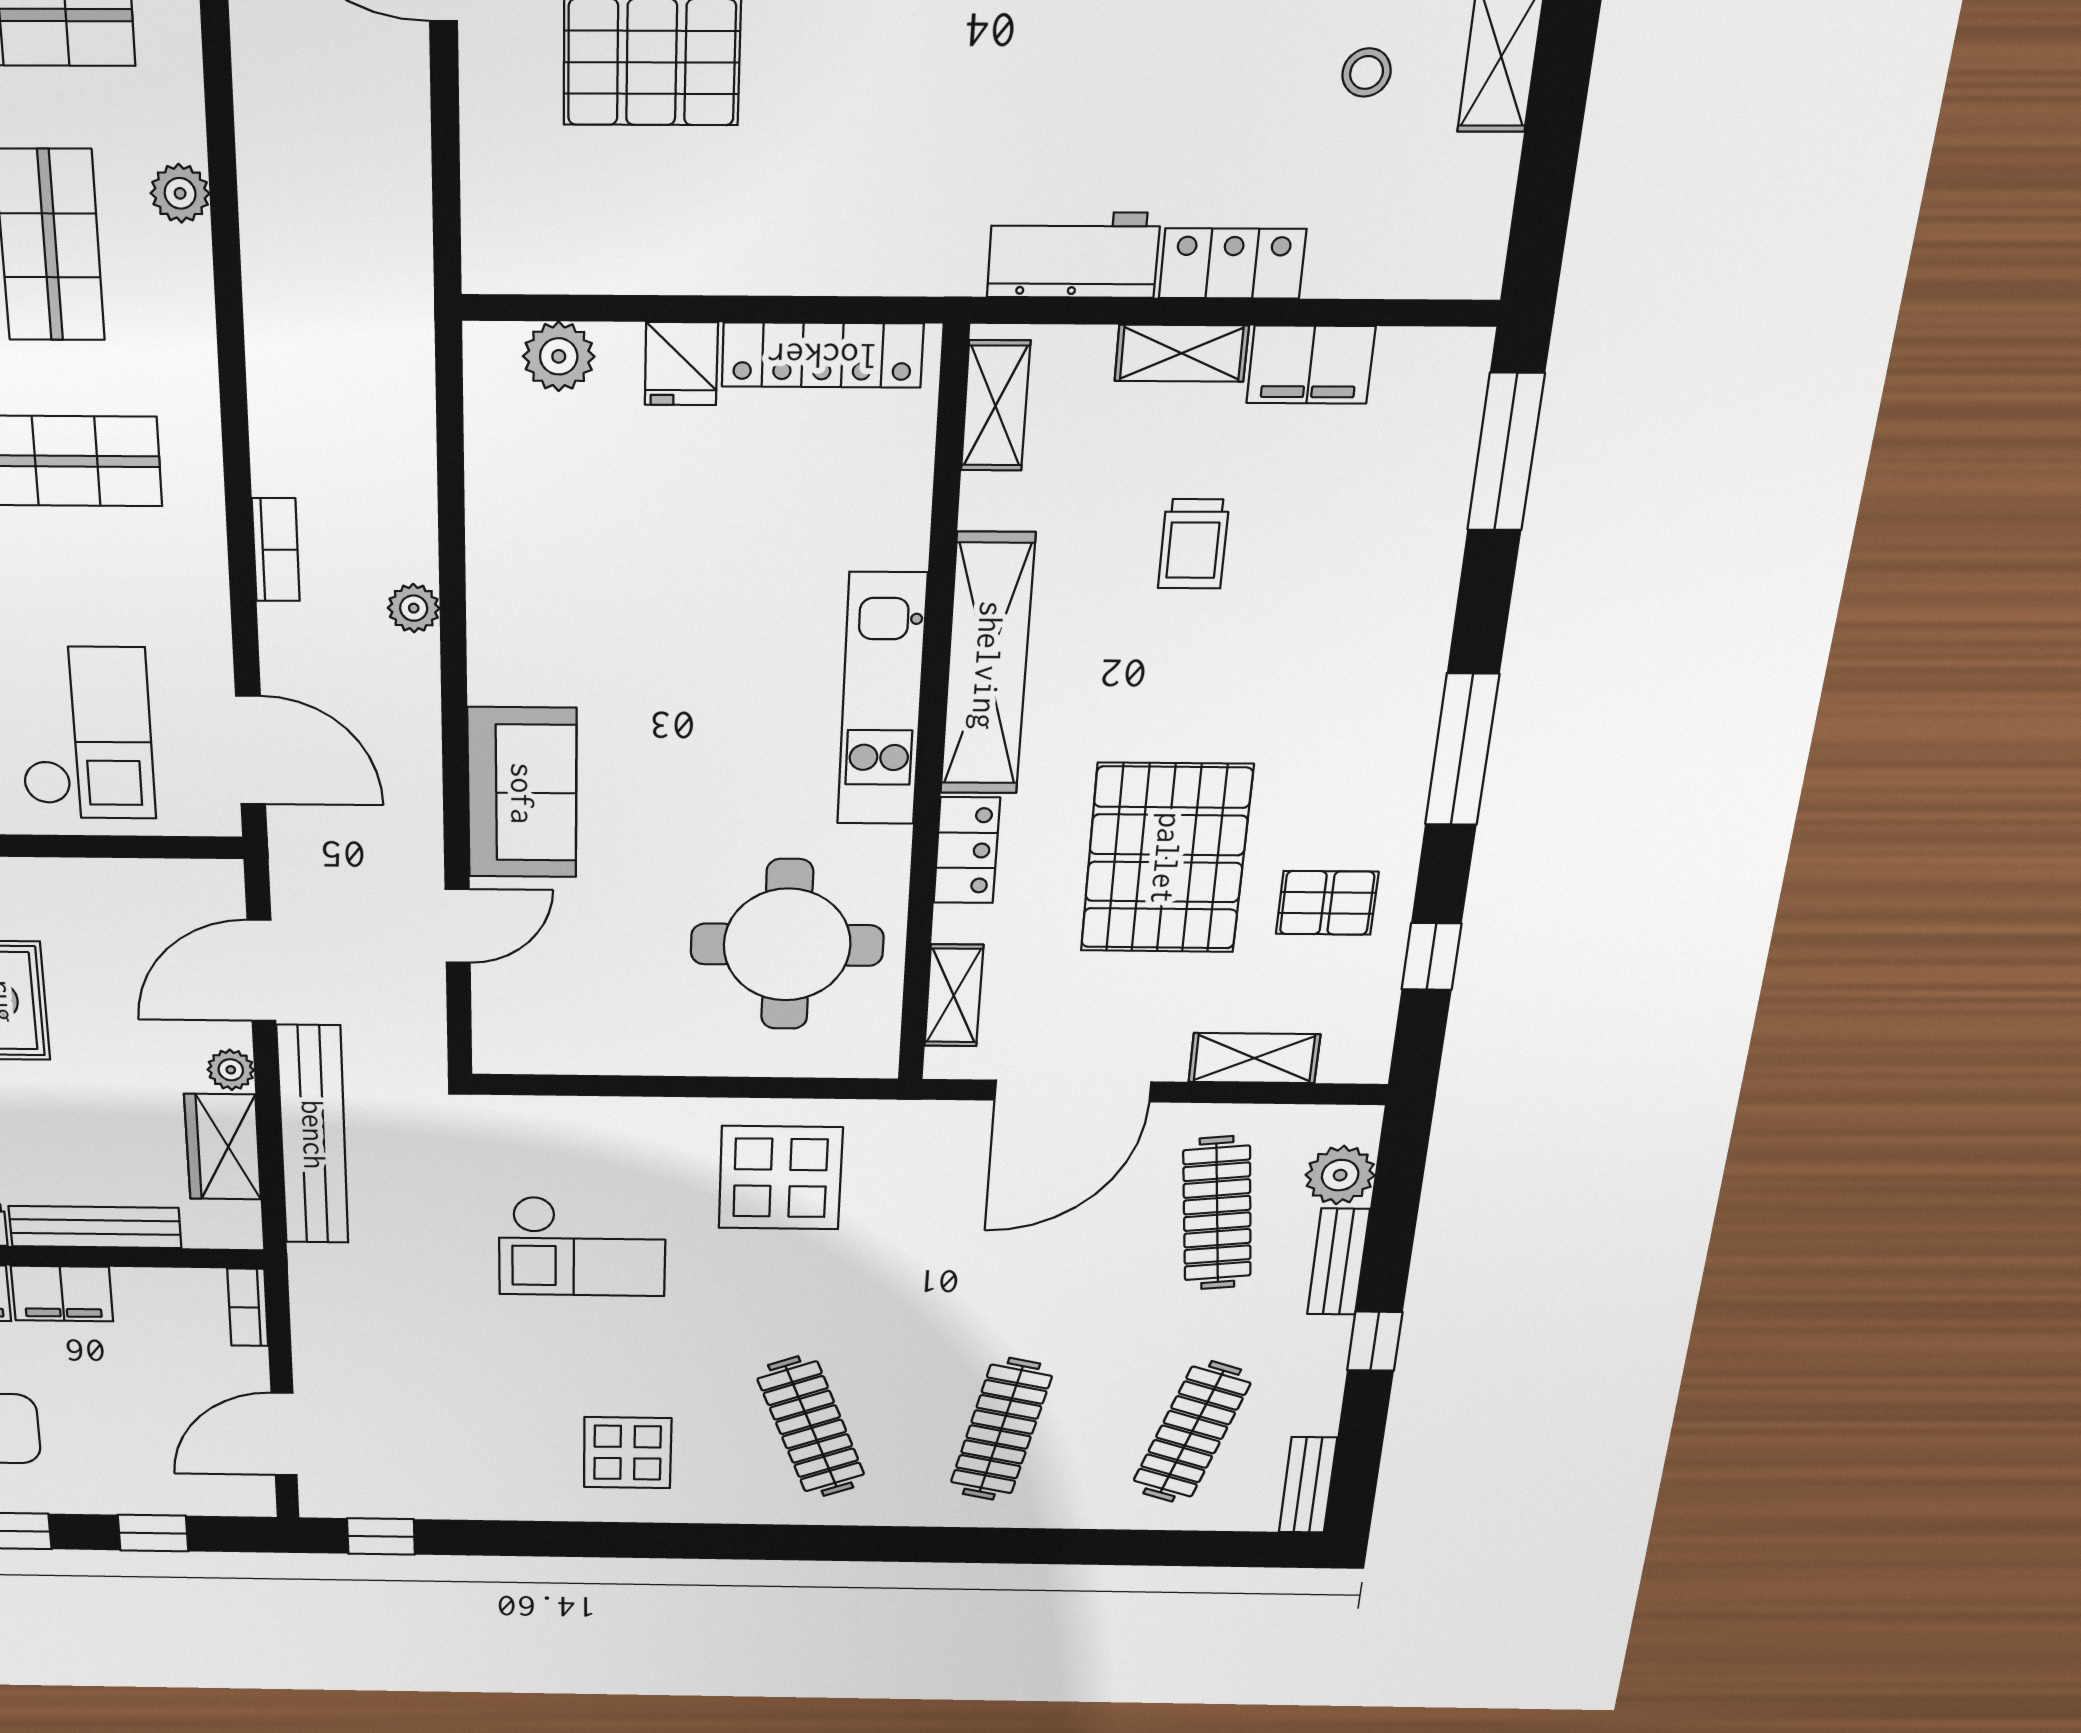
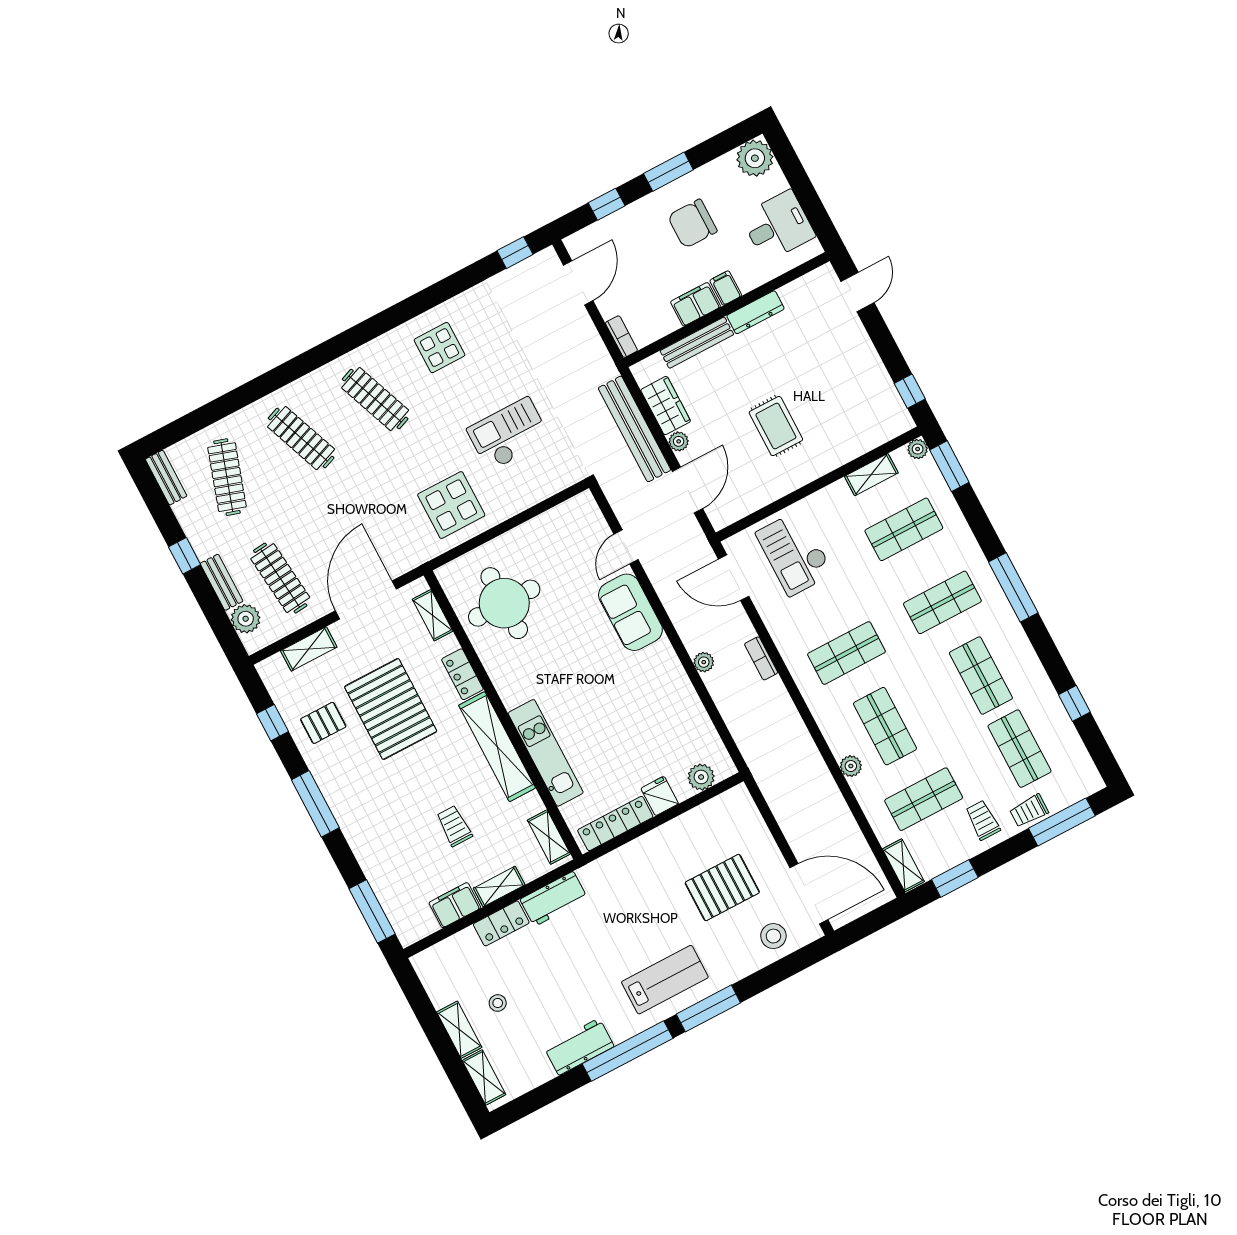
kitchen unit: (882, 700) -> (546, 753), moved
clothes rail: (1001, 1430) -> (301, 438), turned -33

